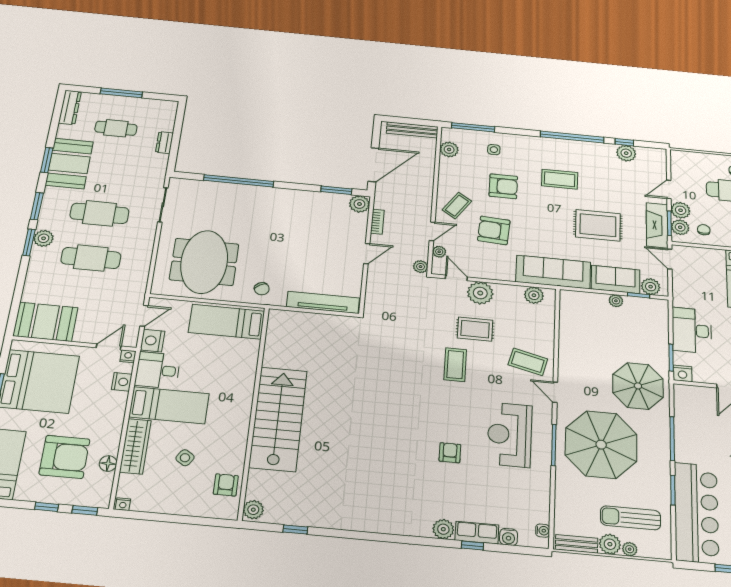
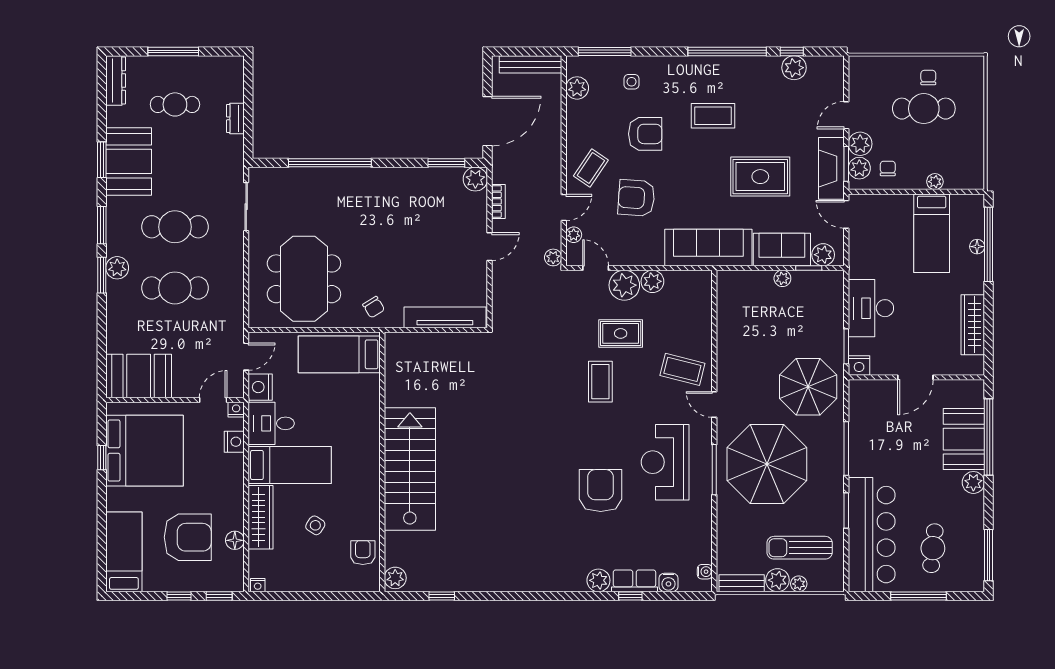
plant: (534, 295) -> (652, 281), moved
armchair: (450, 453) -> (601, 491), width x1.88, depth x1.88

